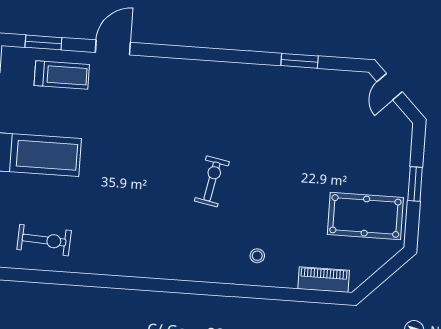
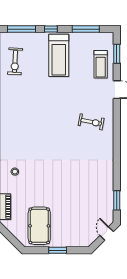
window: (300, 61) -> (117, 200), moved
door: (390, 87) -> (107, 234), hinge flipped
exercise bike: (212, 181) -> (91, 122), moved

